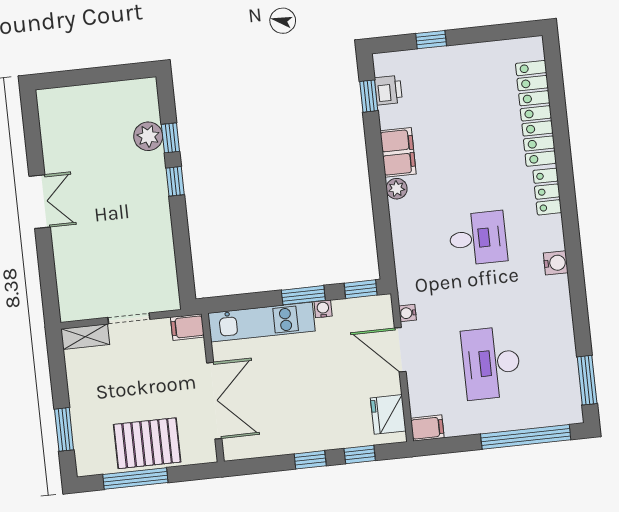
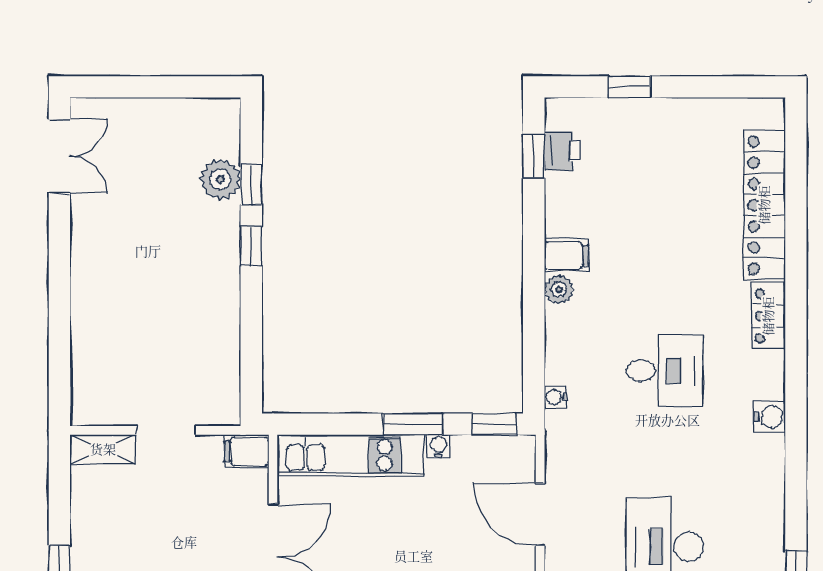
filing cabinet: (398, 152) -> (566, 256), width x0.50
double door: (40, 202) -> (59, 156), moved
water cooler: (408, 313) -> (556, 397), moved

